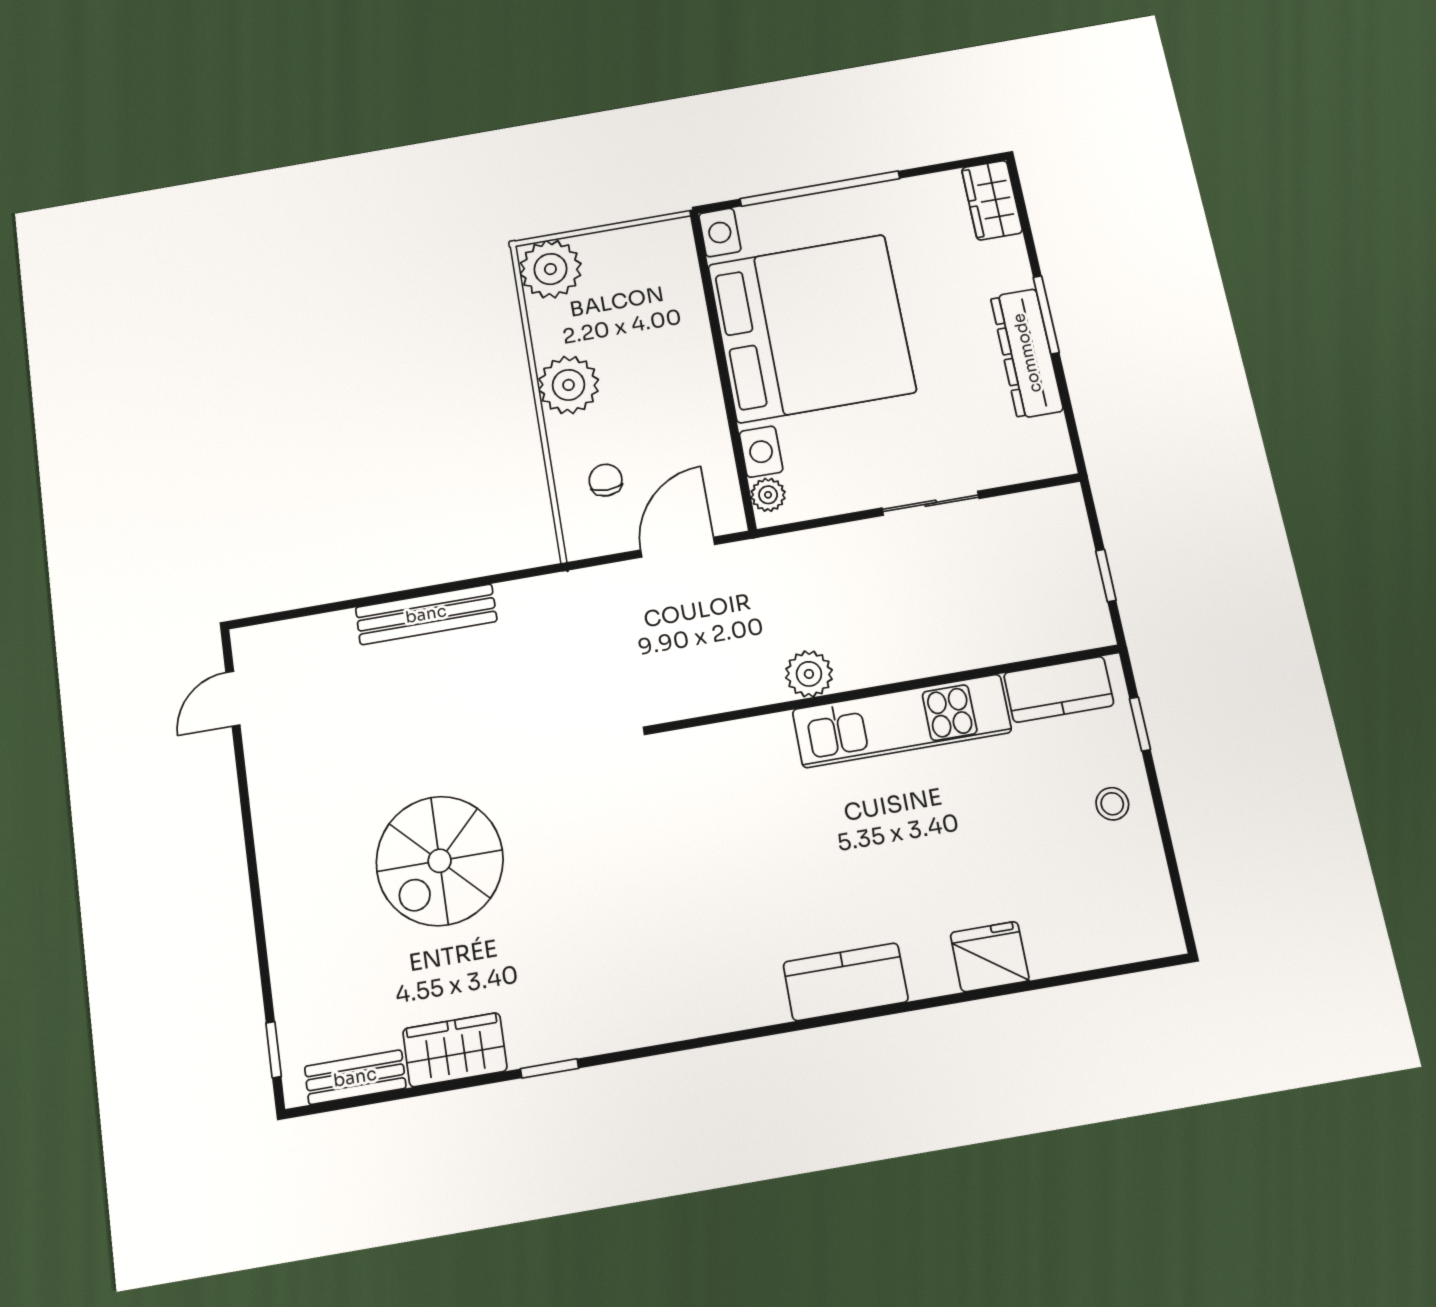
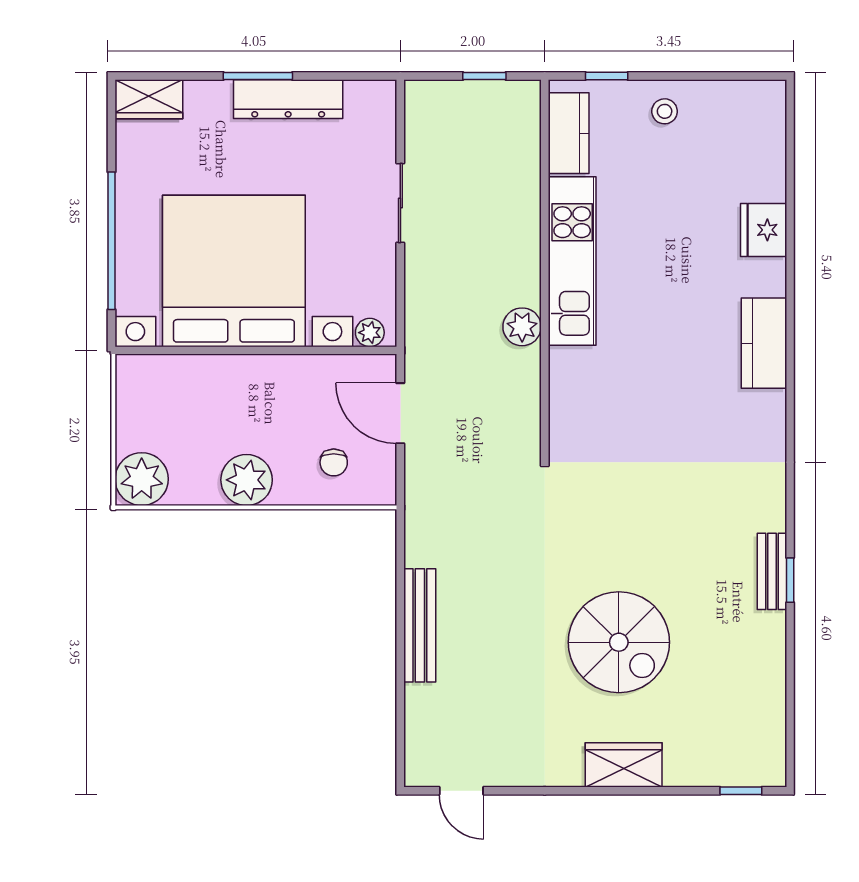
chair: (606, 480) -> (334, 462), turned -90
wardrobe: (455, 1050) -> (624, 765), moved, turned 90
bench: (355, 1077) -> (772, 571), moved

